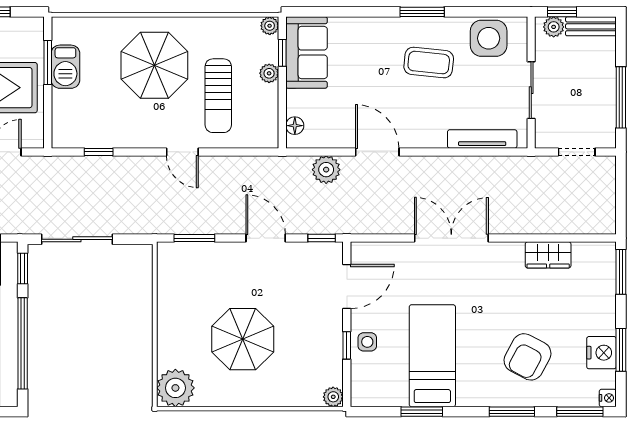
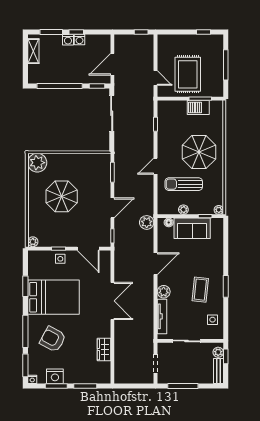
side table: (489, 38) -> (212, 320), width x0.54, depth x0.54
sofa: (306, 52) -> (192, 228), moved
plant: (269, 73) -> (183, 210), moved
plant: (433, 136) -> (164, 292), added
plant: (326, 170) -> (147, 222), moved
window: (621, 272) -> (85, 386), moved
bed: (432, 356) -> (53, 297), width x1.50
window: (512, 412) -> (25, 331), width x1.44

